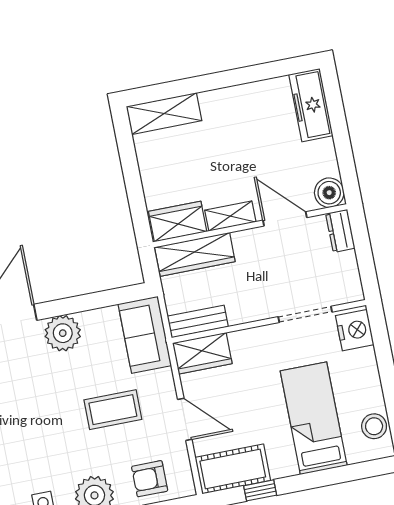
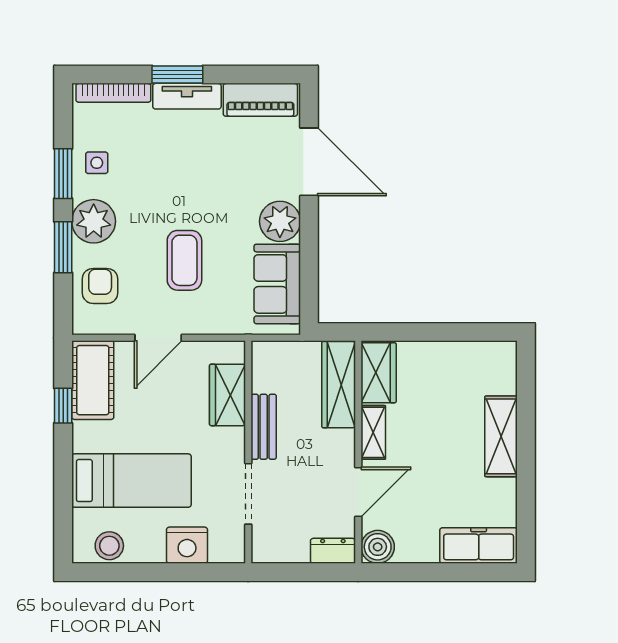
shelving: (164, 114) -> (501, 436), moved
bench: (198, 321) -> (264, 427), moved
nightstand: (355, 330) -> (187, 545), moved
sofa: (145, 335) -> (277, 284), moved, turned -90
wardrobe: (202, 353) -> (227, 395), moved

